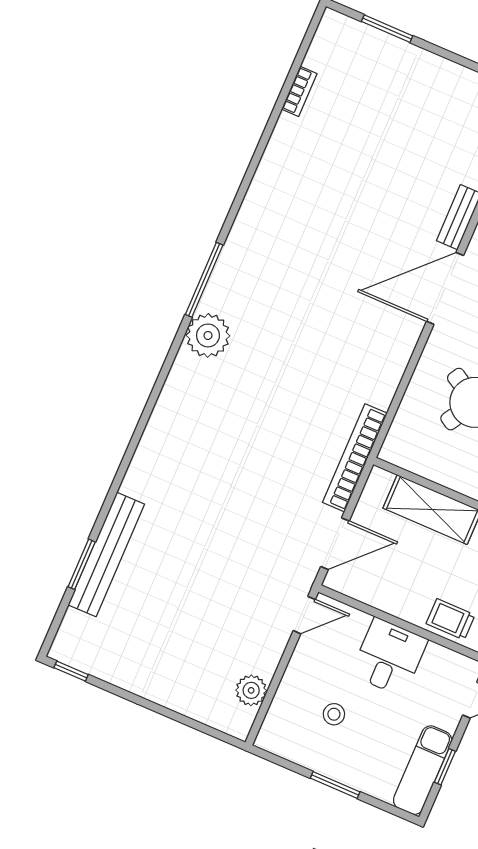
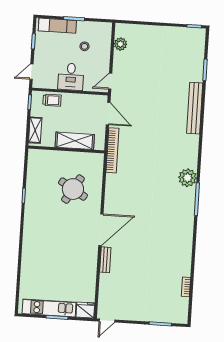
door: (335, 544) -> (108, 114), swing flipped
bench: (106, 554) -> (195, 108), moved
exam couch: (423, 770) -> (57, 26), moved, turned 90

